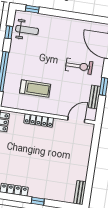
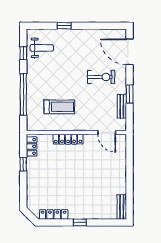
window: (32, 9) -> (64, 26), moved
door: (76, 120) -> (107, 132), swing flipped

